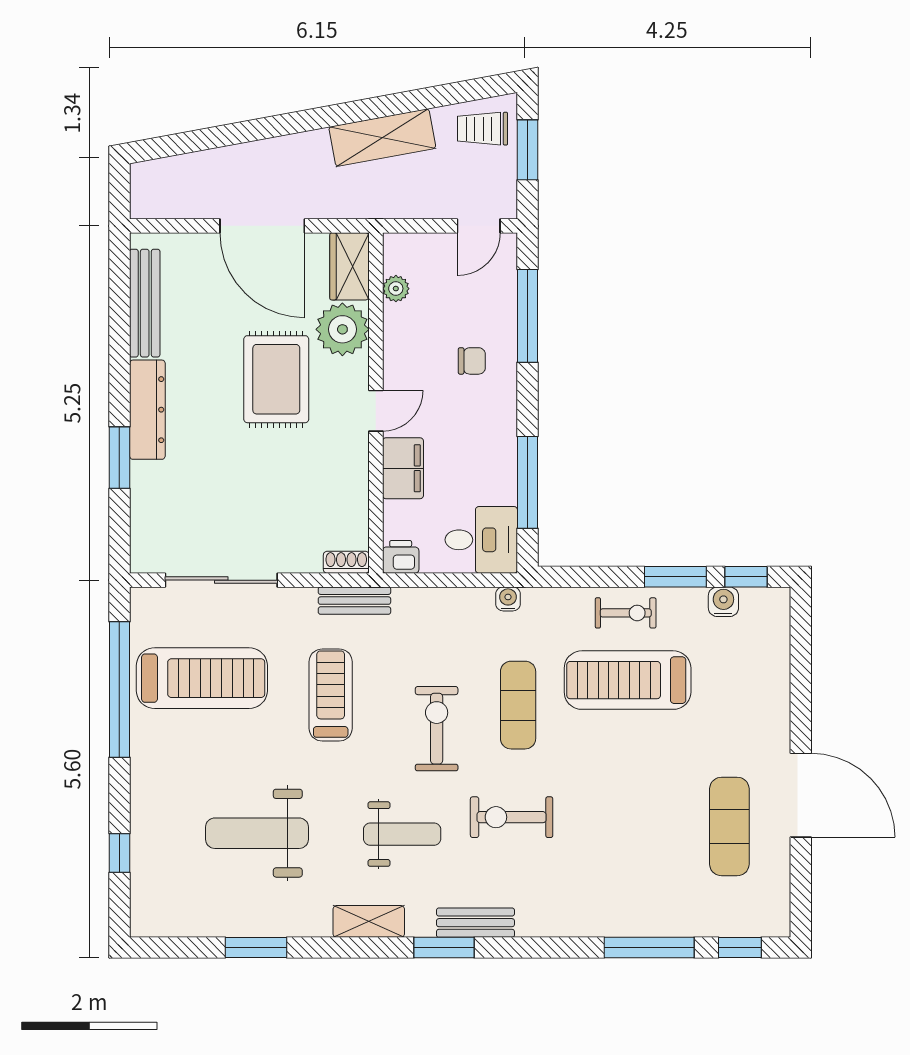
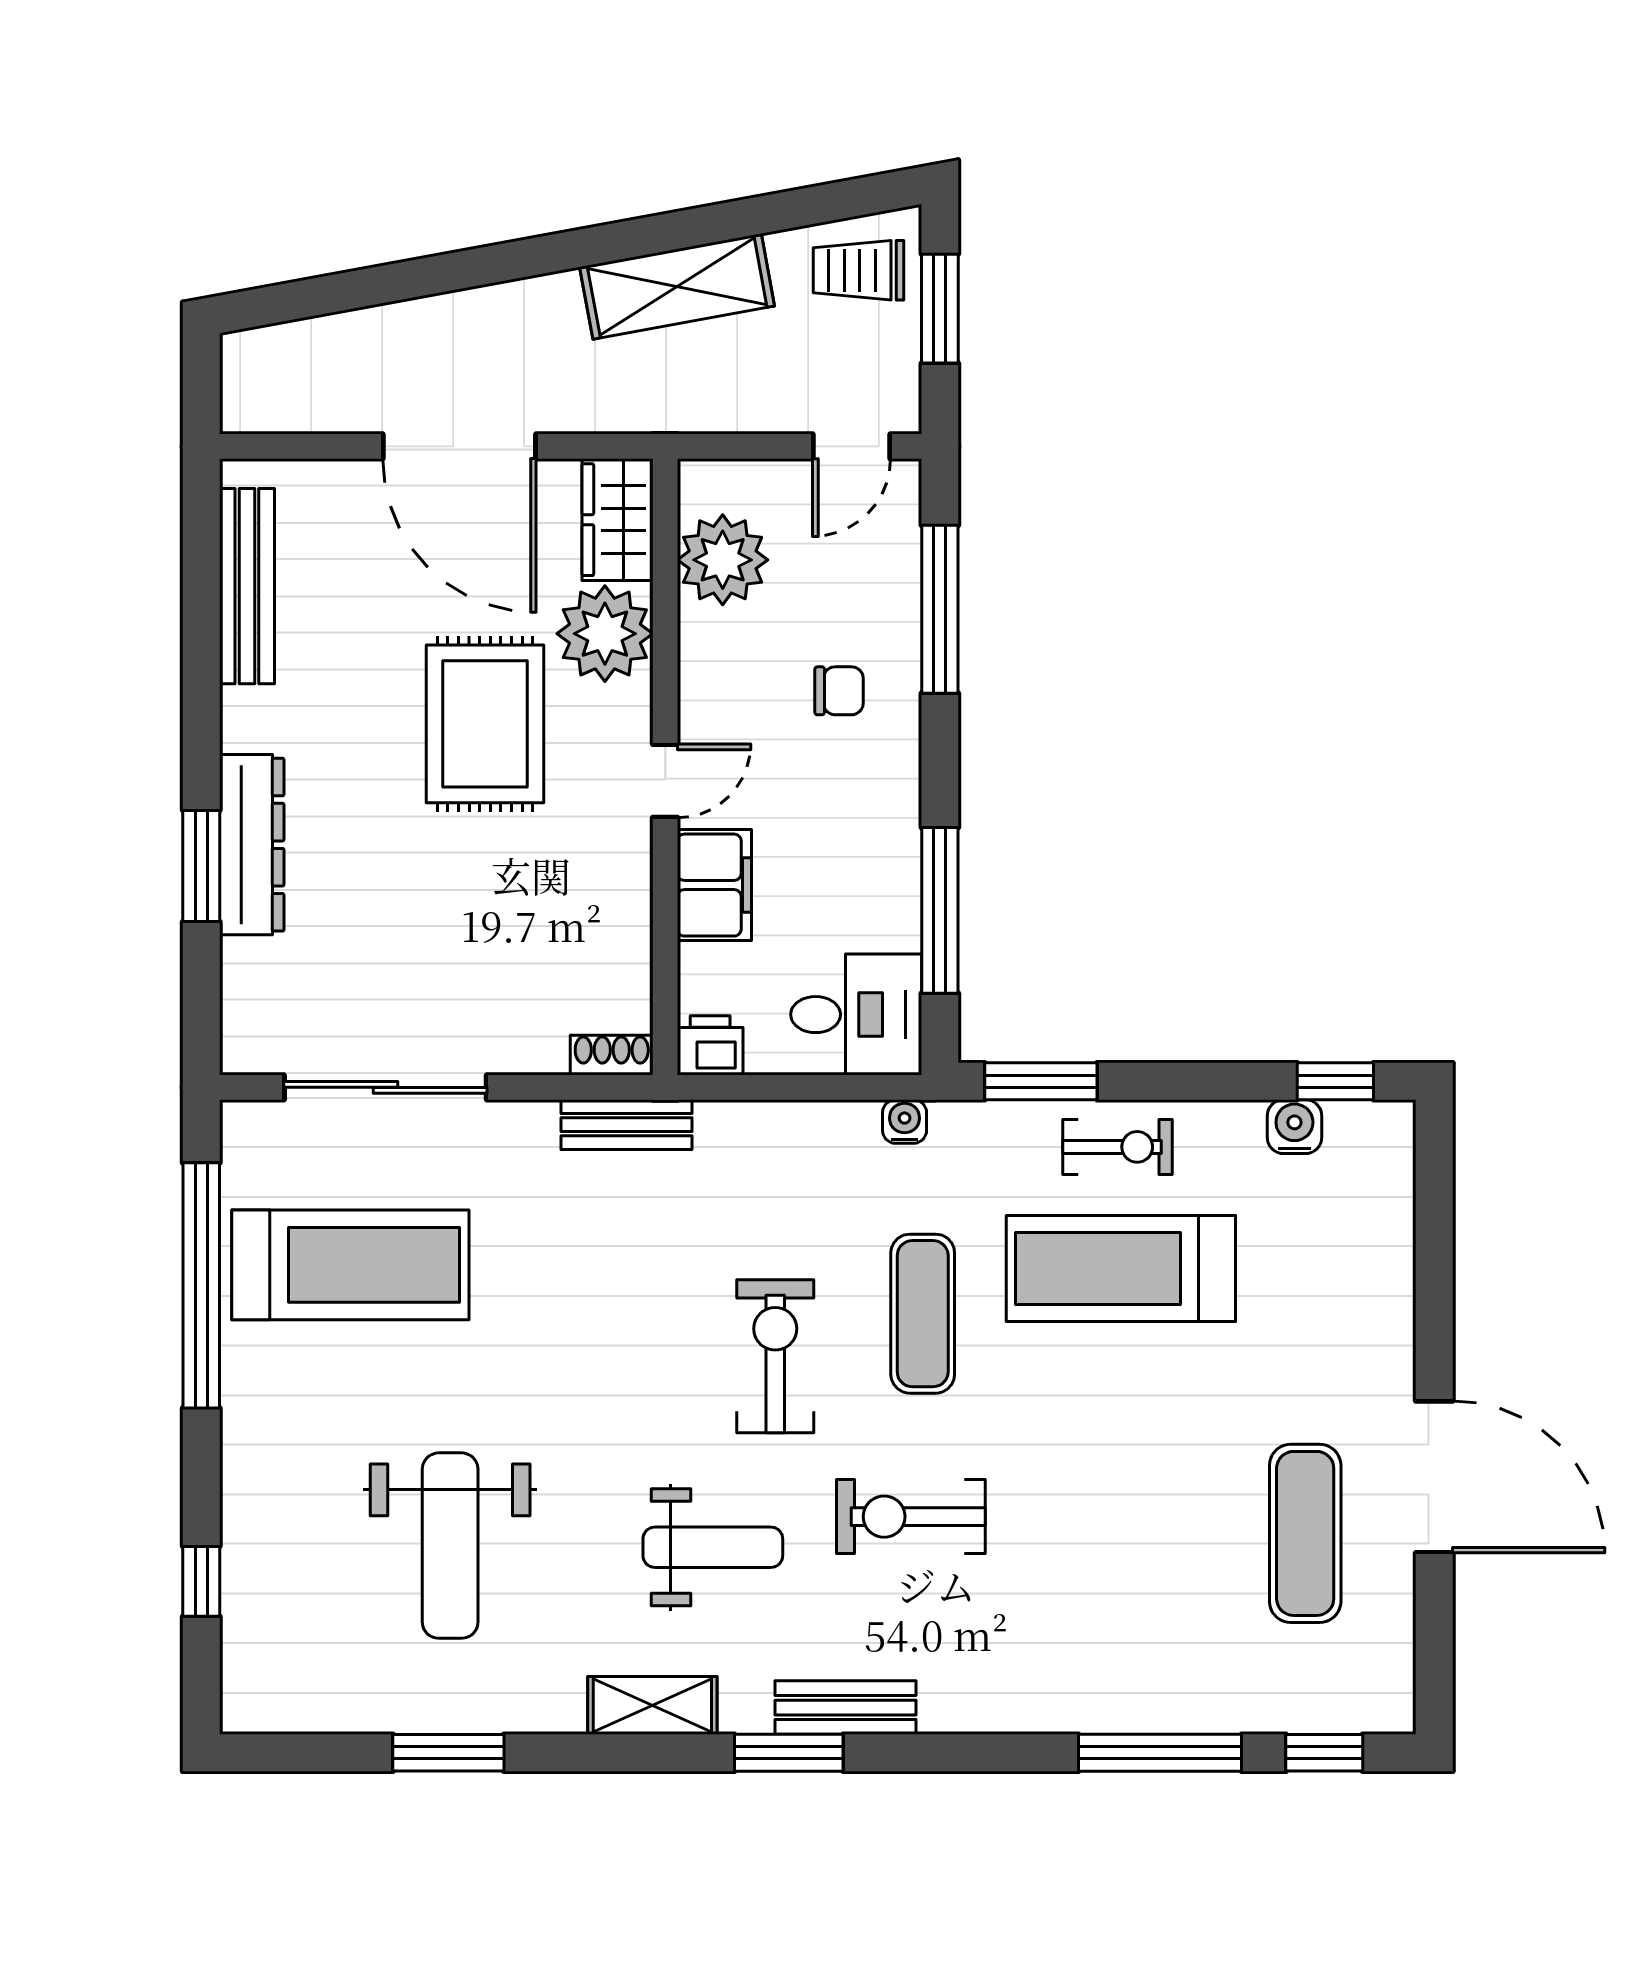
plant: (396, 289) -> (723, 560), width x1.88, depth x1.88
dresser: (147, 410) -> (252, 845), moved
window: (675, 577) -> (1041, 1081), moved
treadmill: (331, 695) -> (584, 1296), removed
weight bench: (257, 833) -> (450, 1546), turned -90

